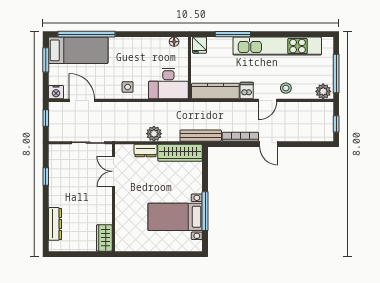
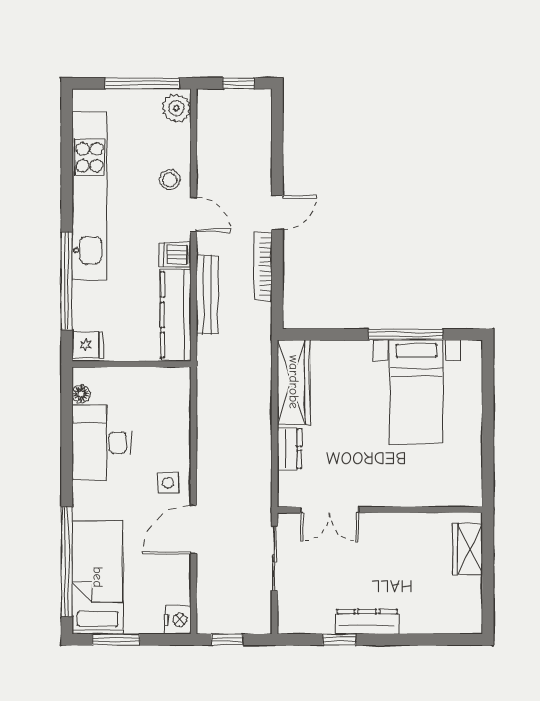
window: (233, 34) -> (67, 281), width x1.46
desk: (168, 84) -> (102, 443), moved, turned 180
door: (82, 100) -> (194, 530), moved
plant: (154, 134) -> (257, 432), removed
bench: (201, 136) -> (207, 295), moved
dresser: (55, 224) -> (367, 622), moved
wardrobe: (104, 238) -> (468, 549), moved, turned 90

